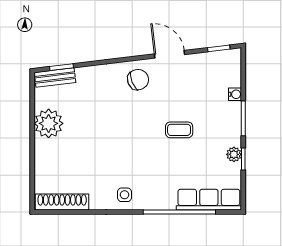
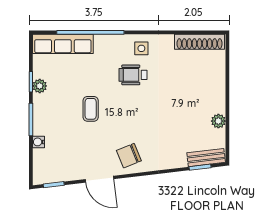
plant: (49, 123) -> (218, 121), width x0.53, depth x0.53
coffee table: (179, 130) -> (91, 109), turned 90
wheelchair: (134, 166) -> (133, 75), added

